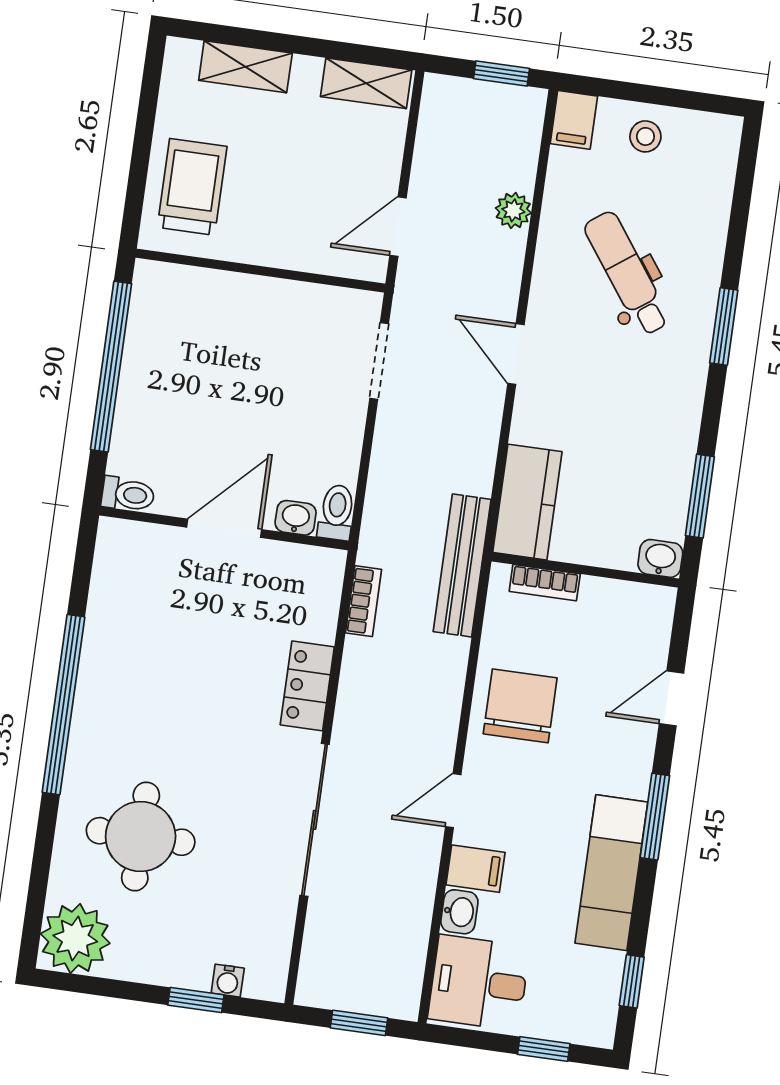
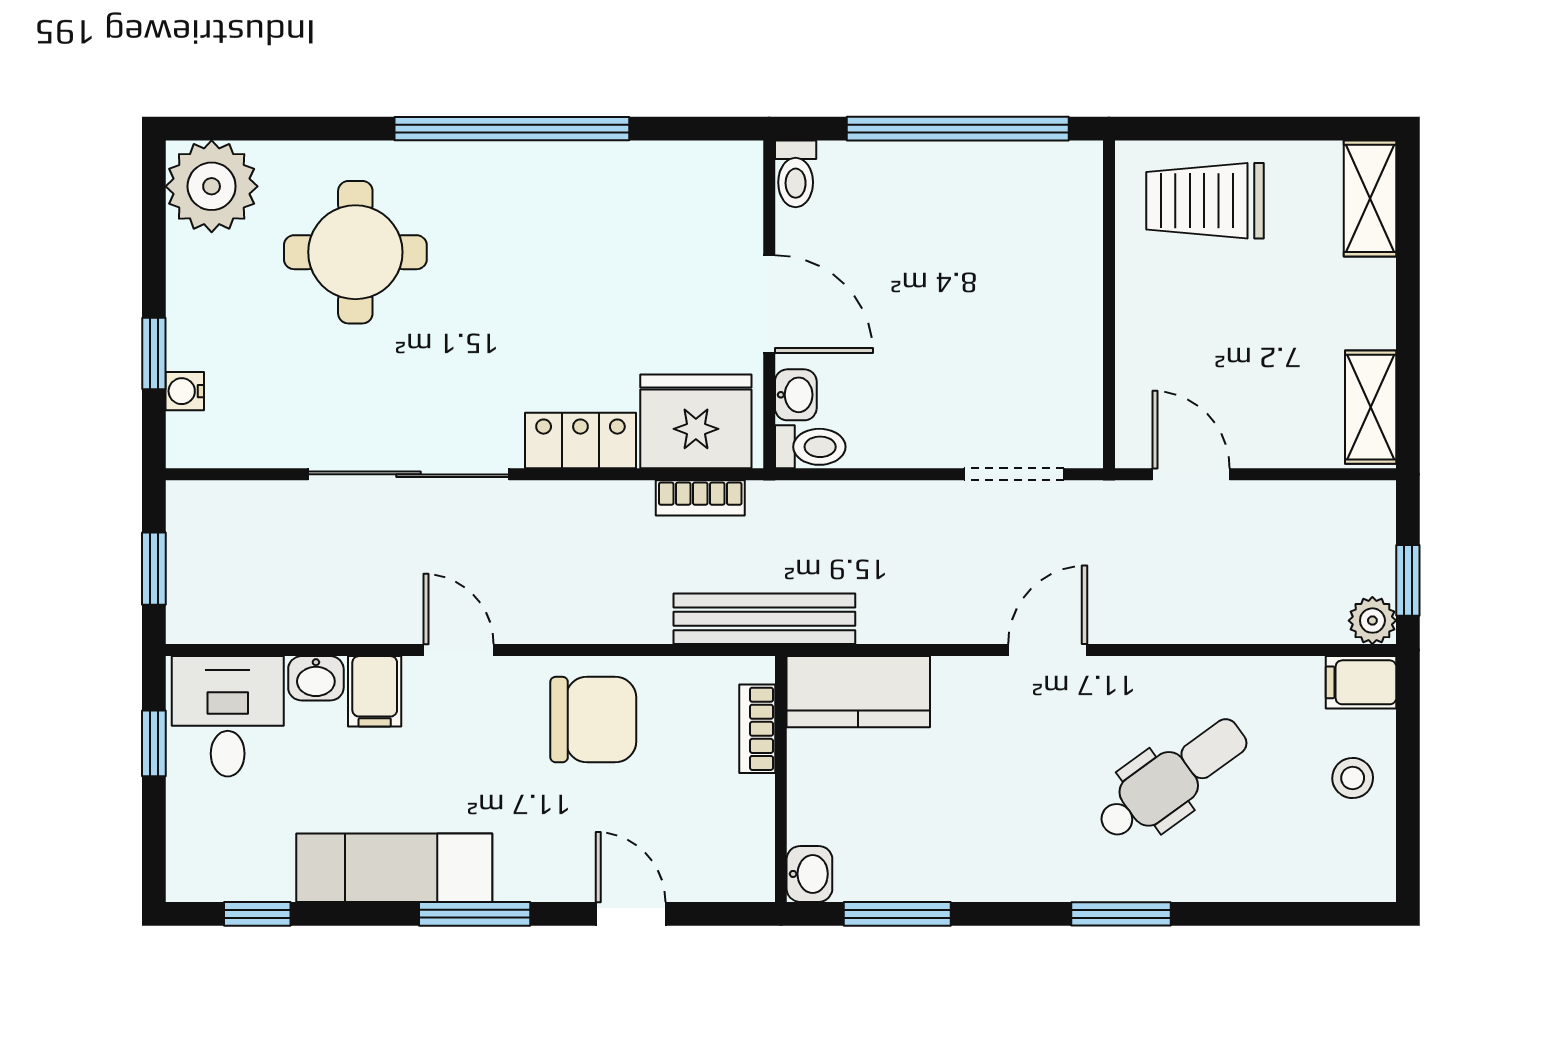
shelving: (245, 67) -> (1370, 198), moved
trolley: (192, 187) -> (1205, 201), turned 180
plant: (513, 210) -> (1372, 621), moved
fridge: (305, 596) -> (696, 421), added
window: (544, 1049) -> (154, 743), moved

